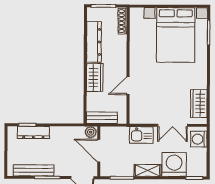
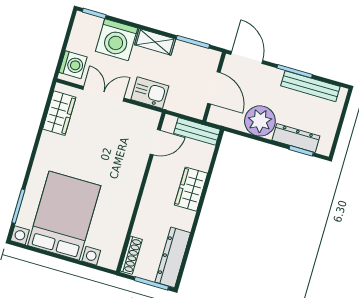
dresser: (94, 42) -> (173, 257), moved
door: (128, 86) -> (155, 142), moved
plant: (91, 132) -> (260, 121), moved, width x1.87, depth x1.87

